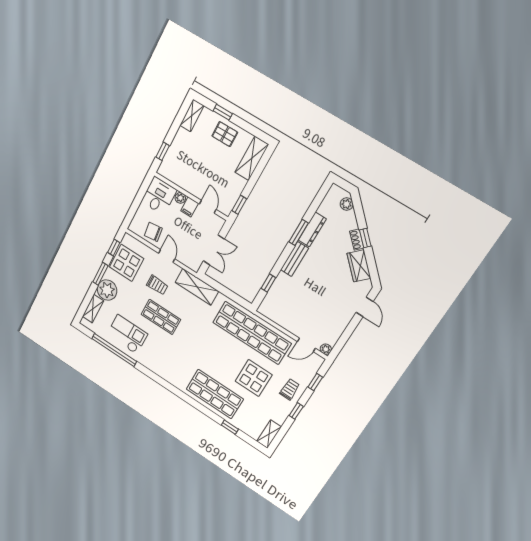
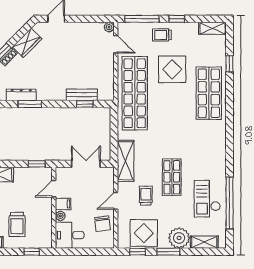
trolley: (194, 152) -> (17, 224), added
bench: (295, 259) -> (82, 95), moved
window: (315, 382) -> (142, 19), width x2.17

